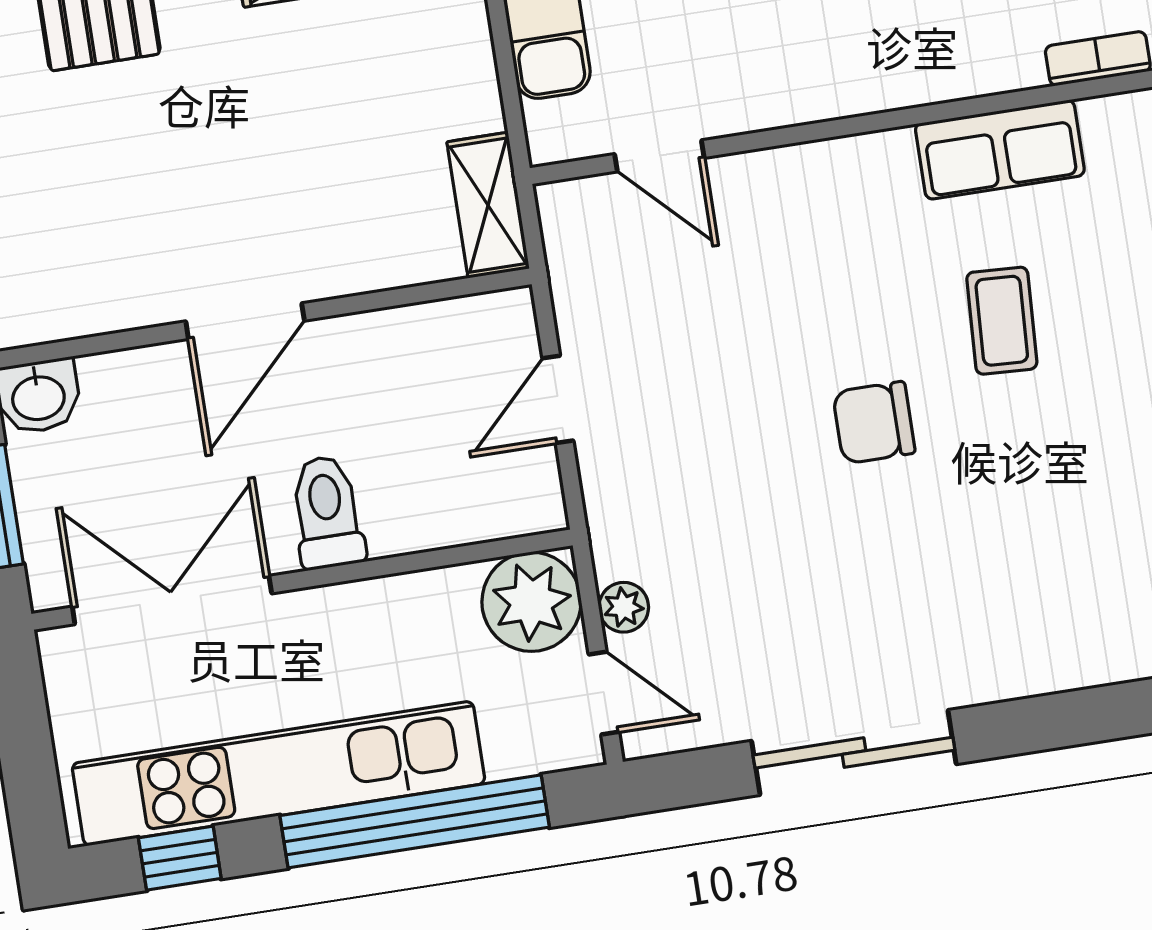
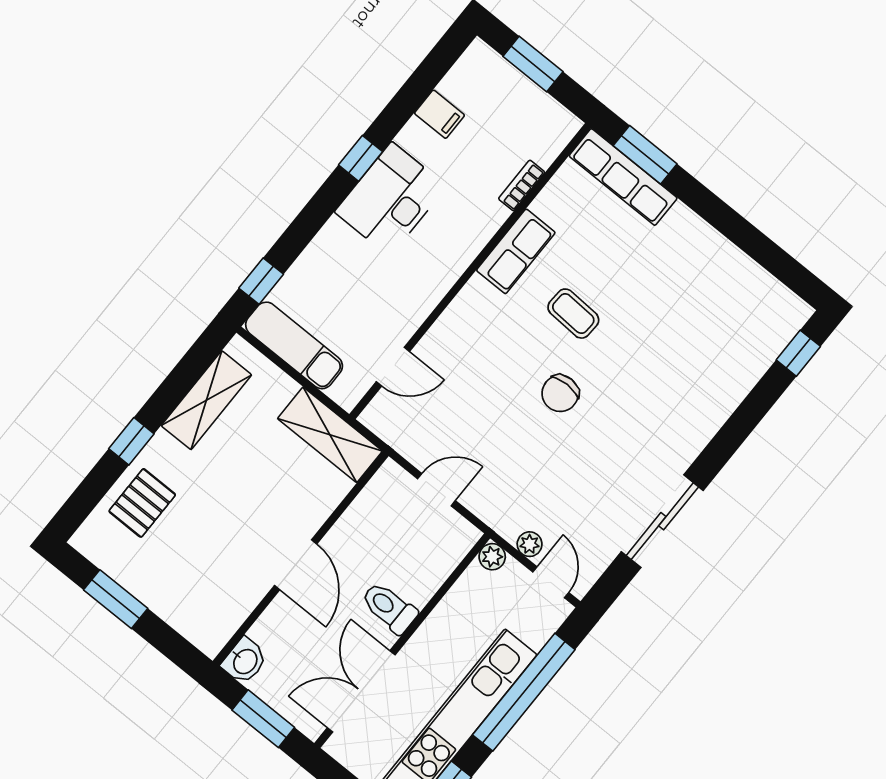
shelving: (488, 205) -> (330, 435), width x1.50, depth x1.33
door: (558, 399) -> (436, 490), swing flipped
plant: (531, 602) -> (492, 557), width x0.53, depth x0.53
door: (604, 693) -> (551, 582), hinge flipped

